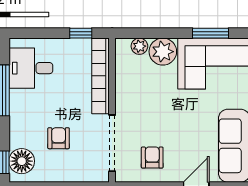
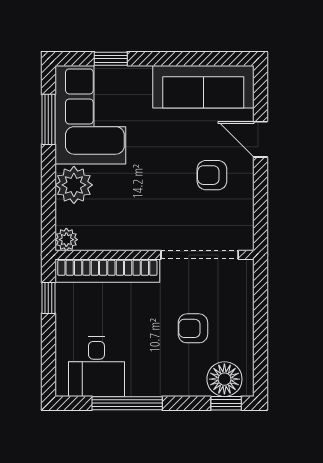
plant: (139, 46) -> (66, 240), moved
armchair: (152, 158) -> (212, 175), moved

